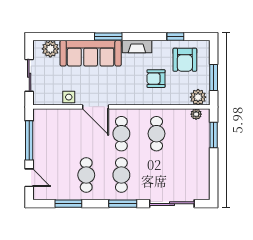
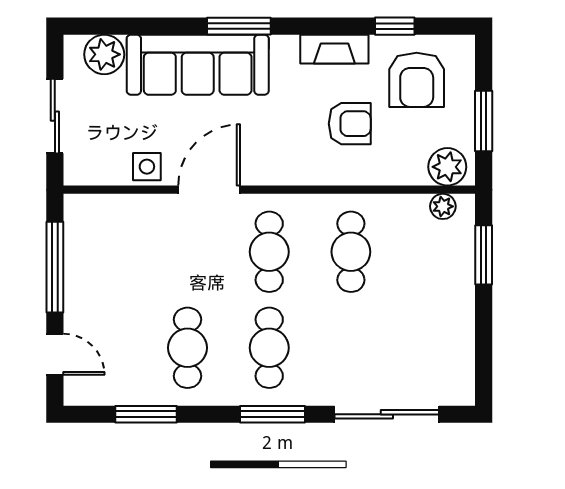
fireplace: (137, 46) -> (334, 49), moved
armchair: (156, 79) -> (350, 124), turned 180
door: (96, 107) -> (209, 190), swing flipped

